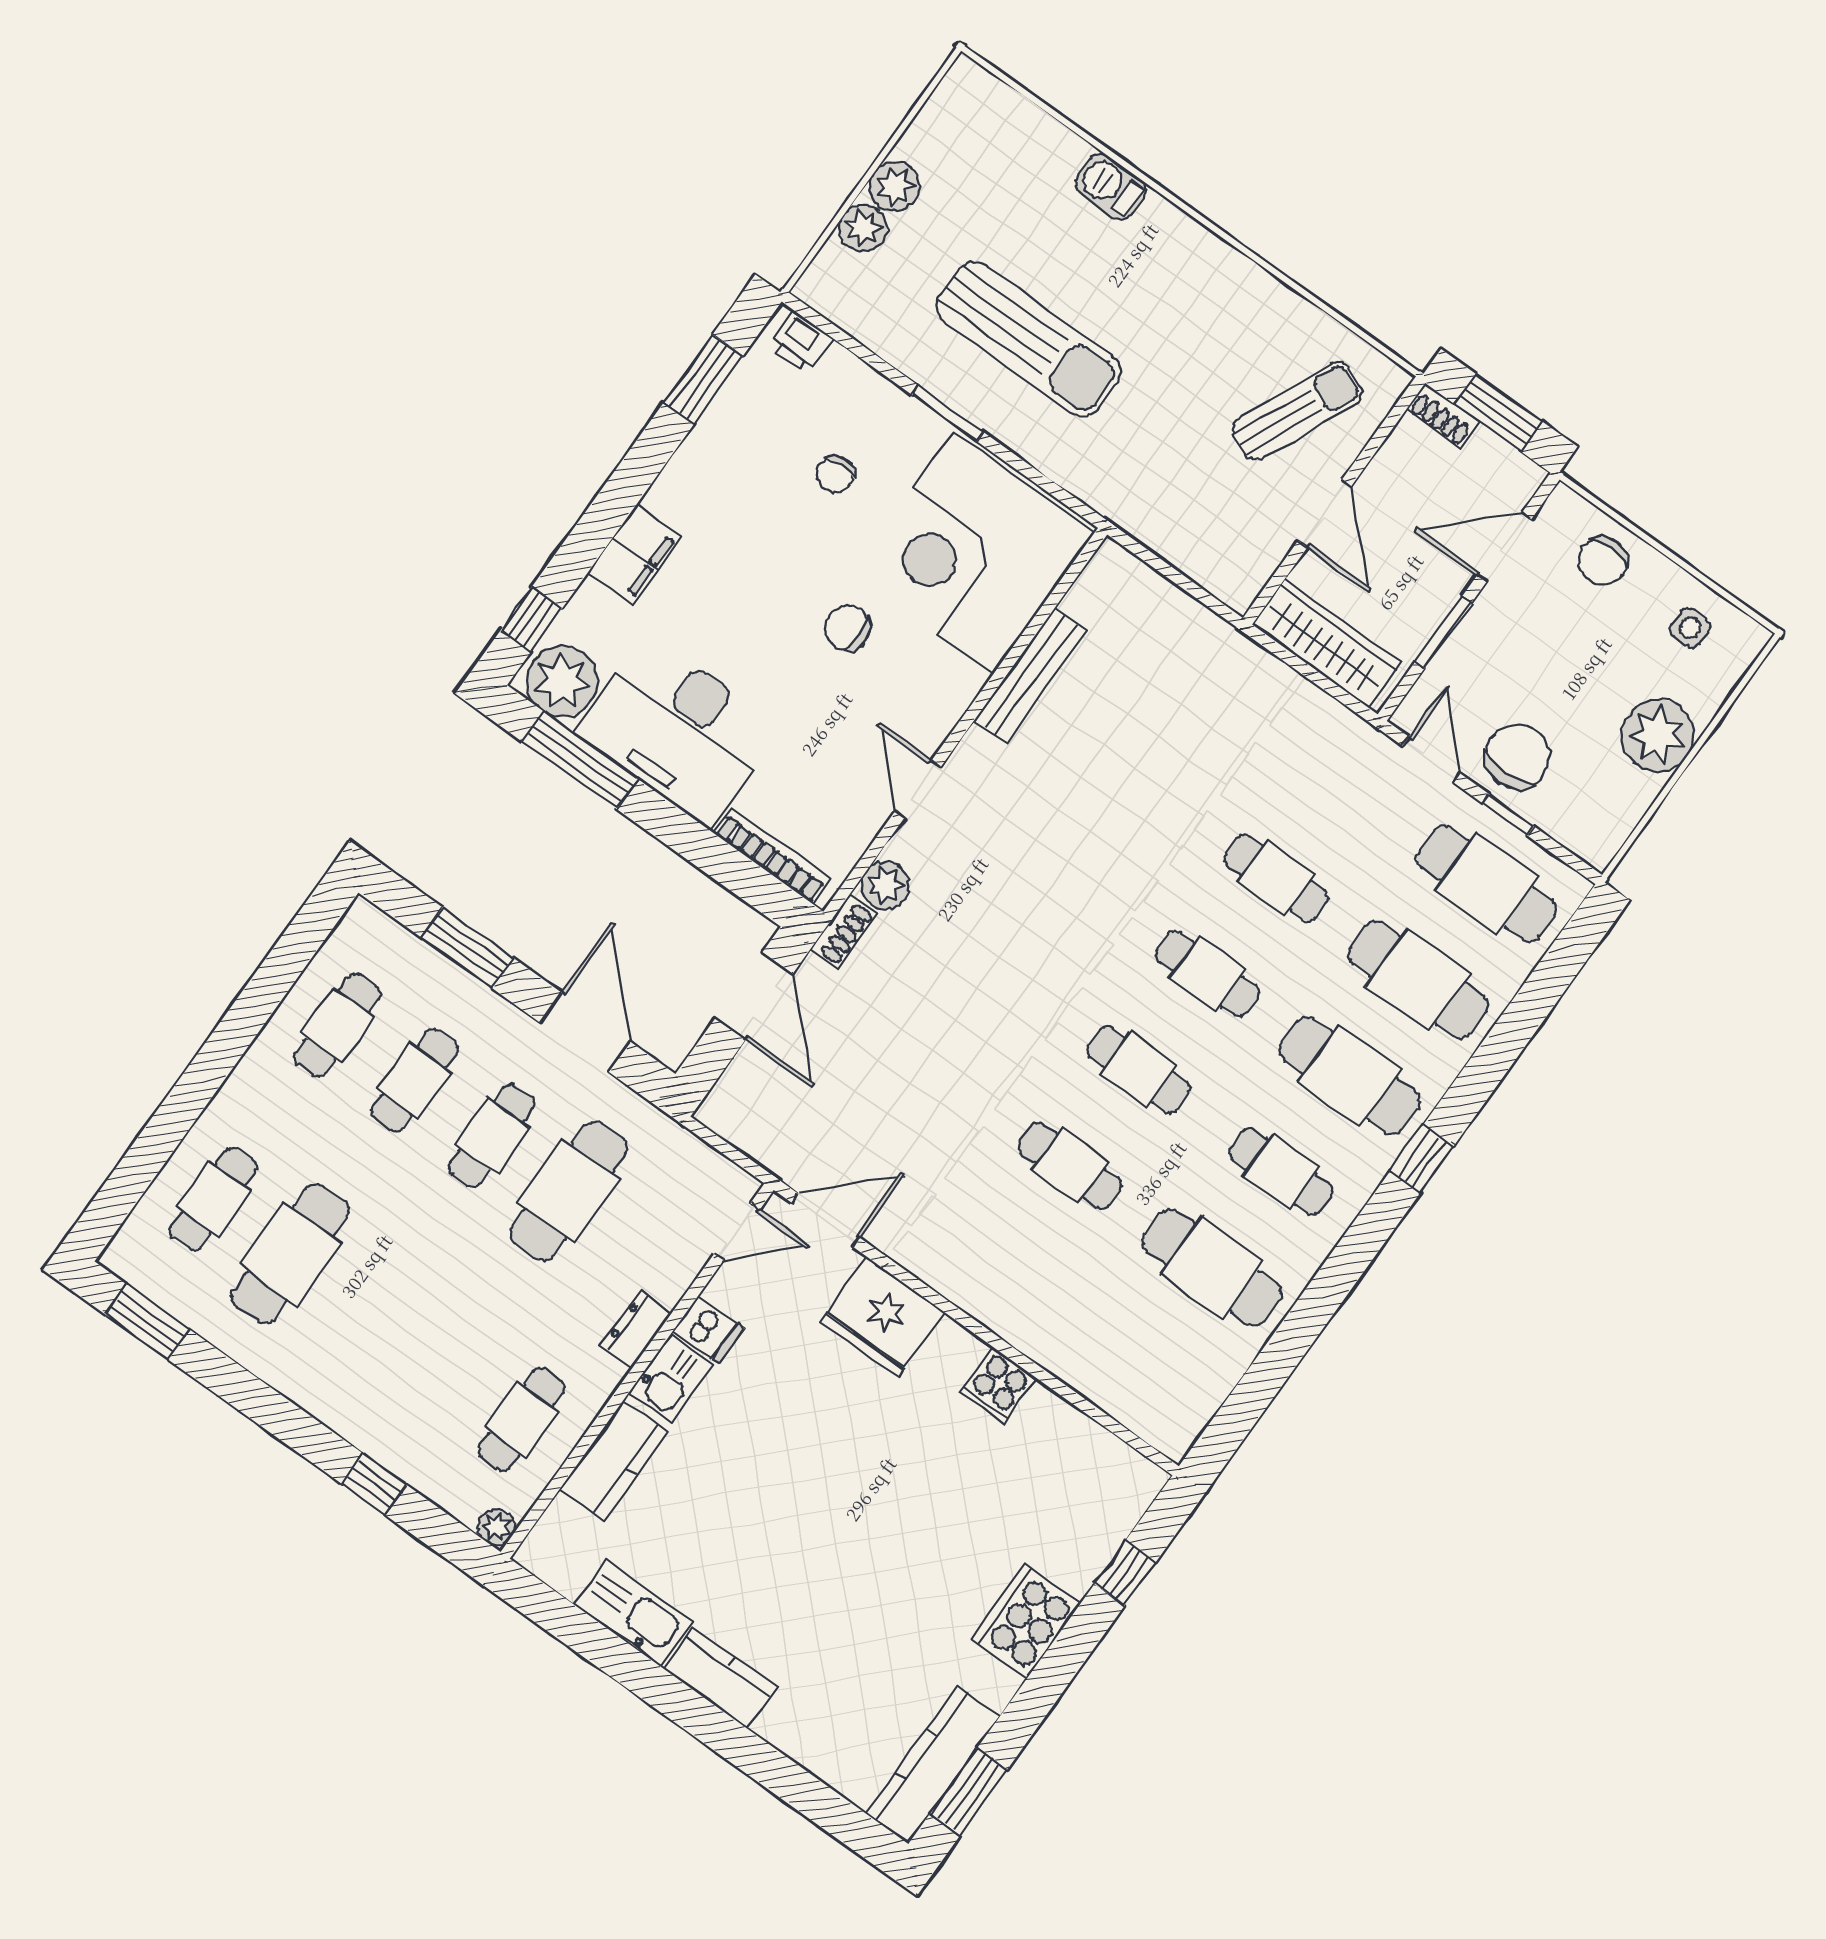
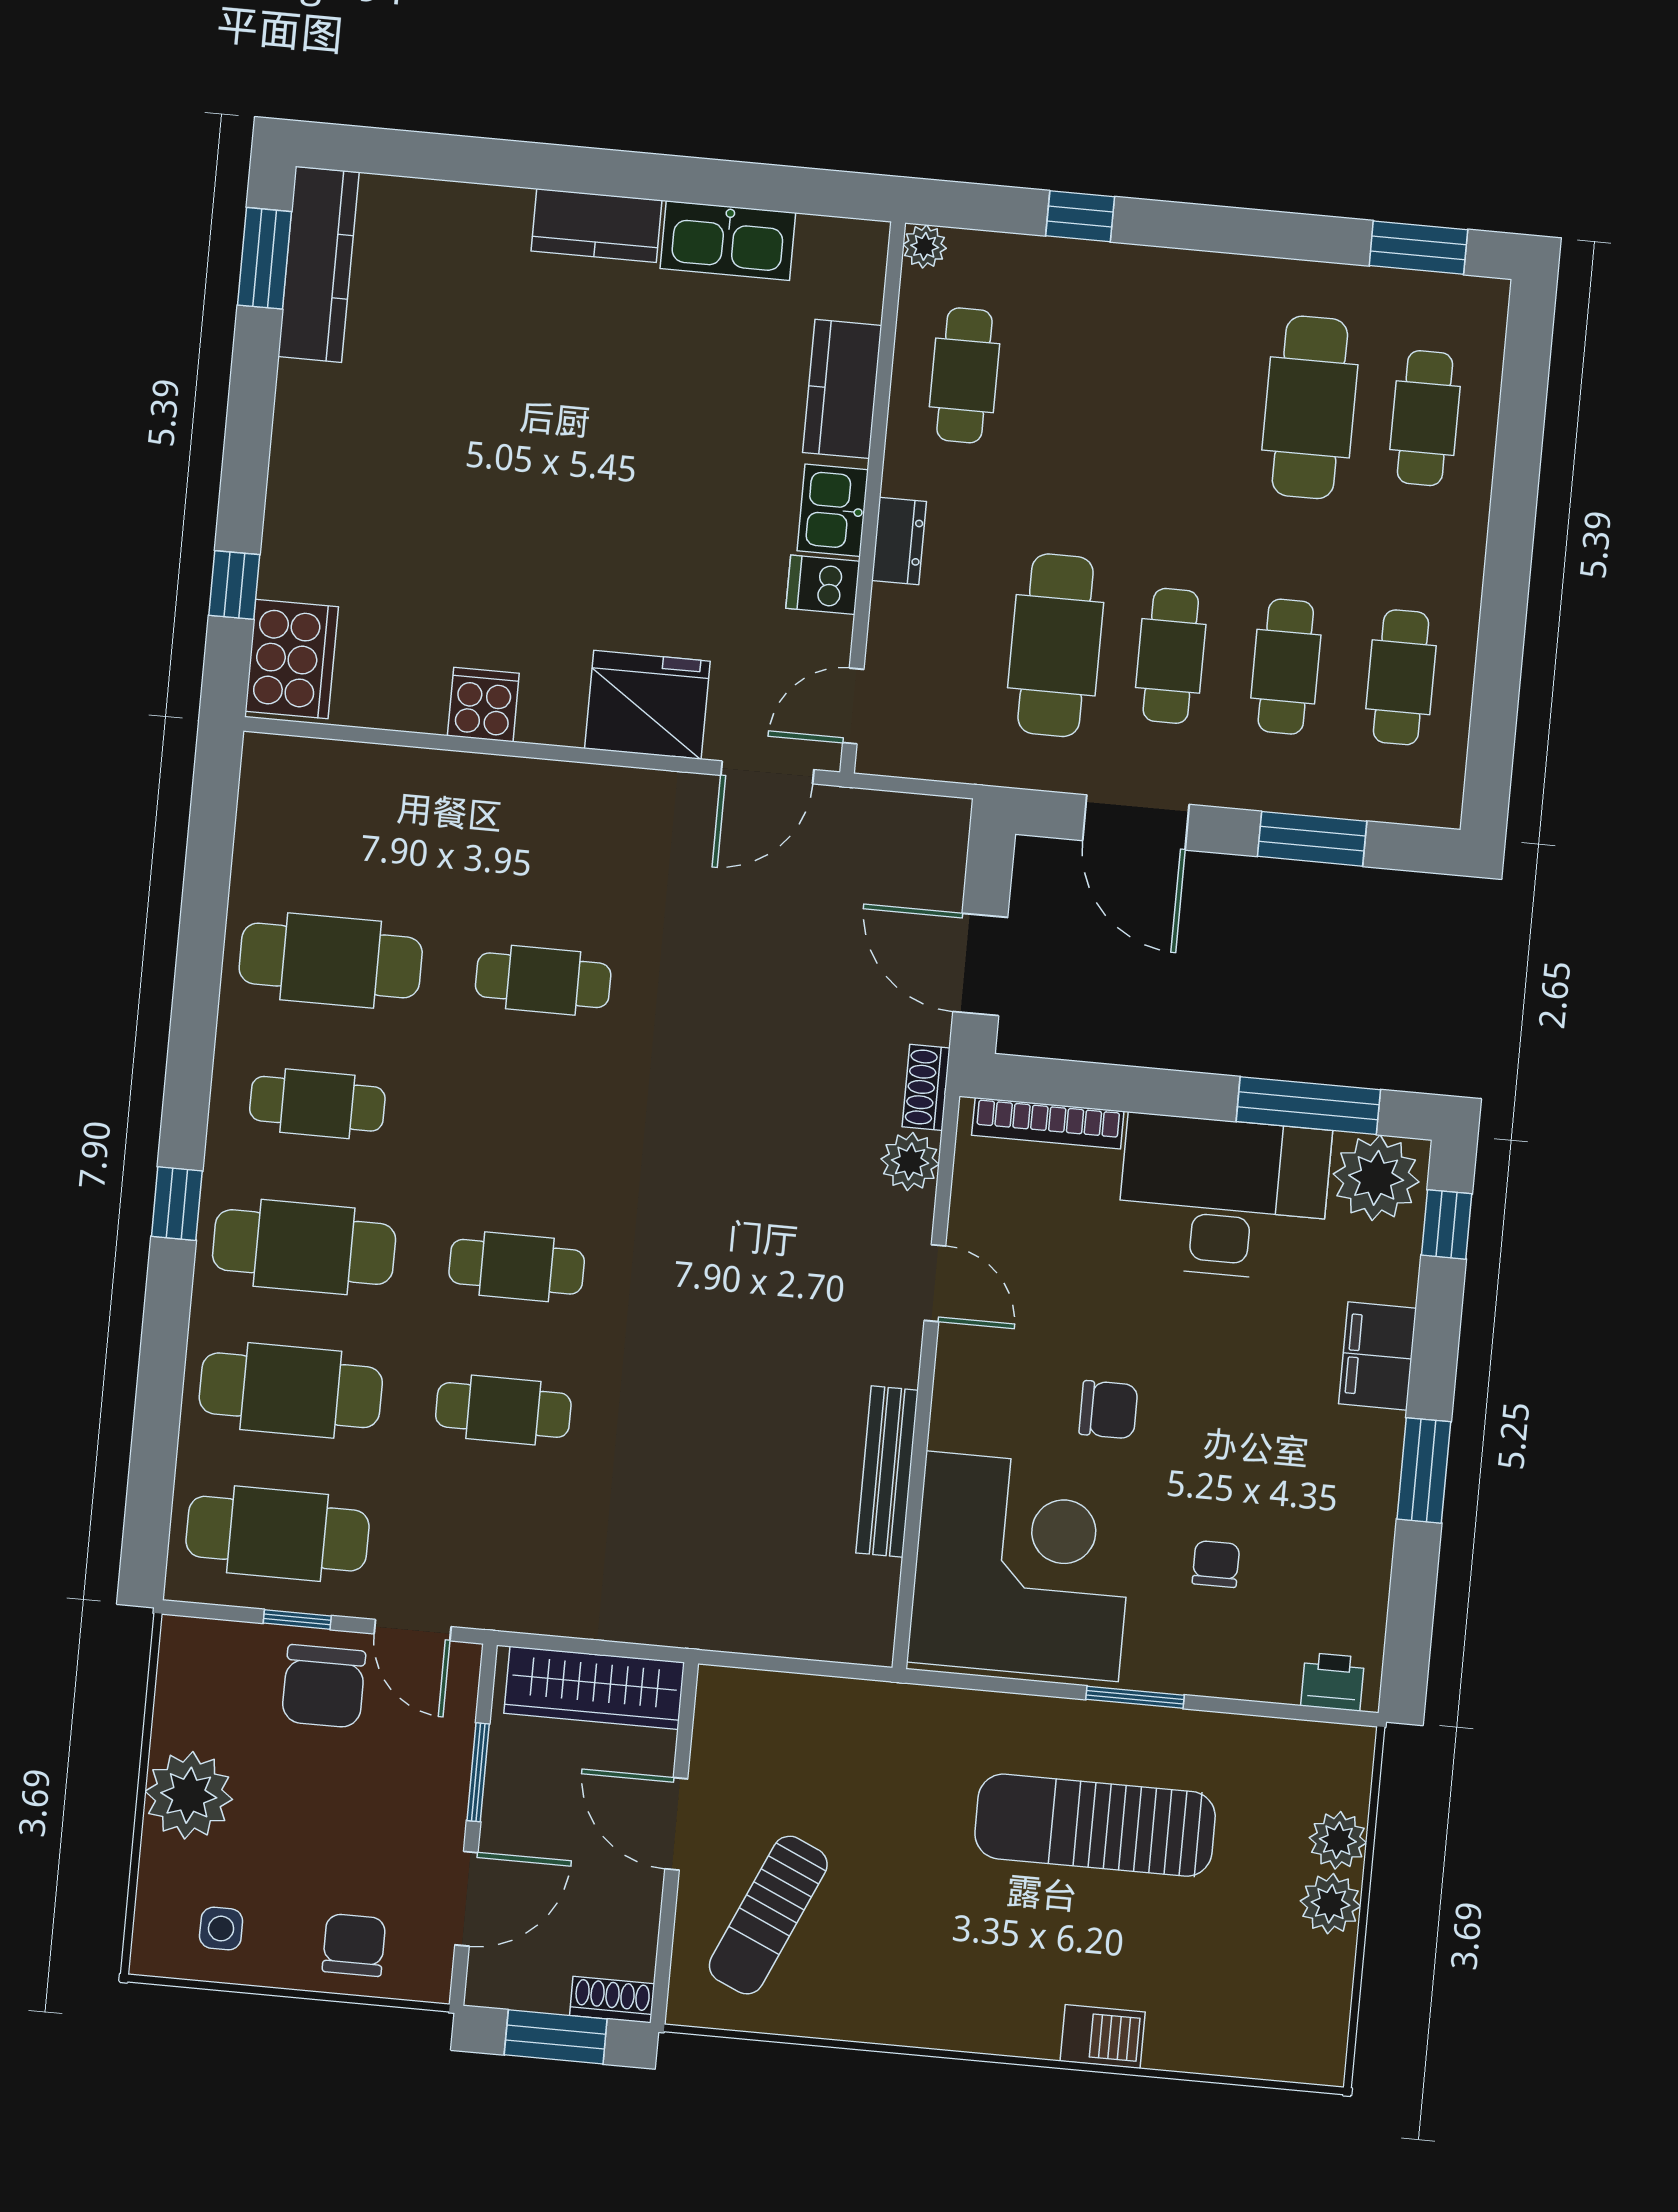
window: (703, 379) -> (1424, 1470), moved
cafe table: (1139, 1070) -> (530, 1123), removed
cooker: (1026, 1621) -> (292, 659), moved

